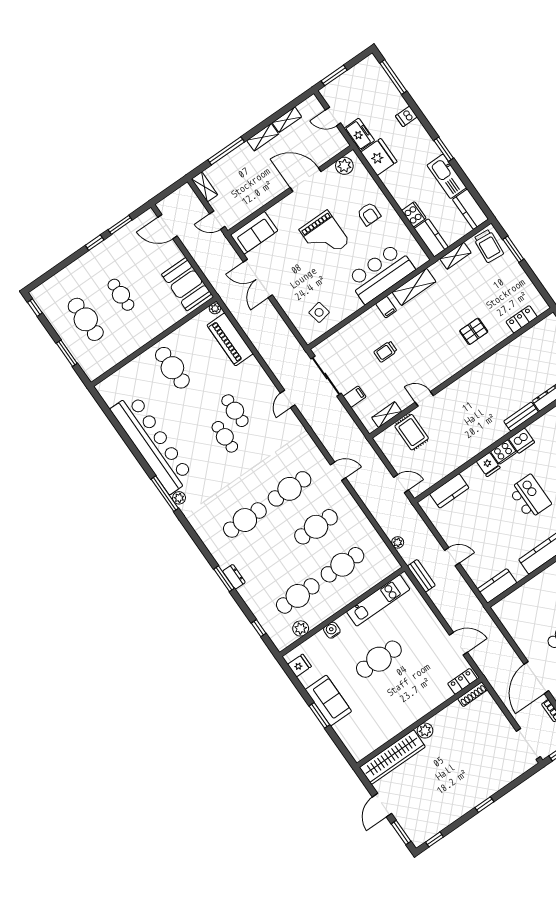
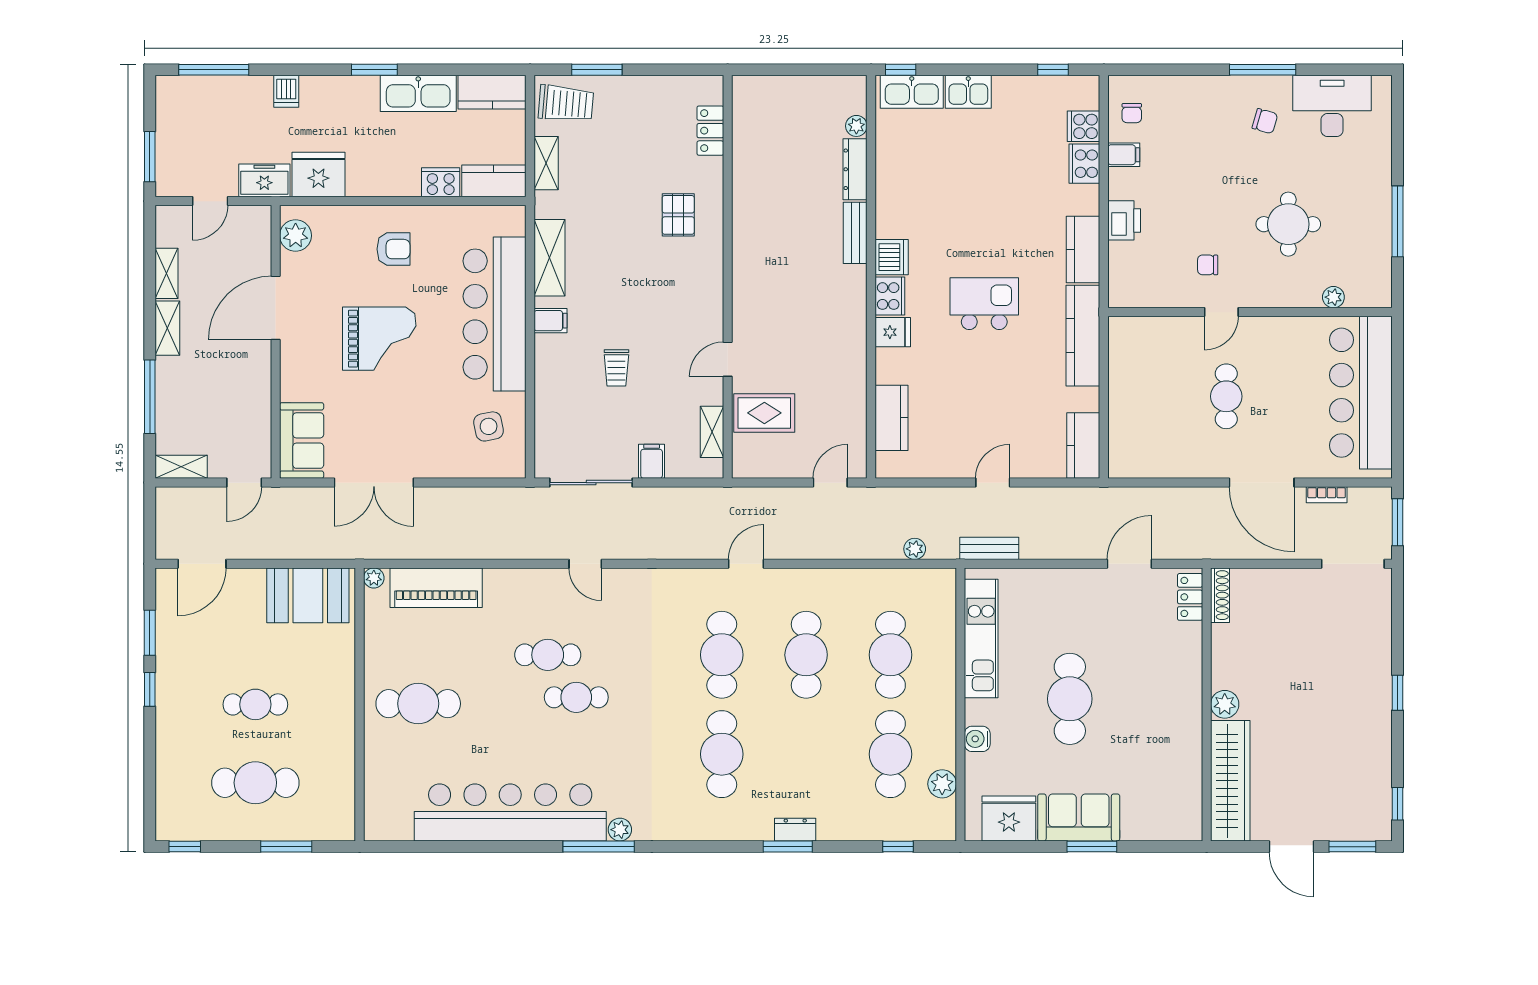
bar counter: (381, 273) -> (495, 314), width x1.36
fridge: (299, 665) -> (1009, 818), width x1.88, depth x1.34

